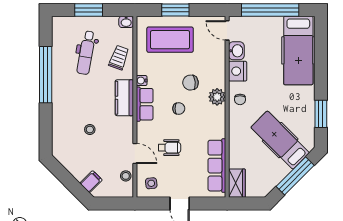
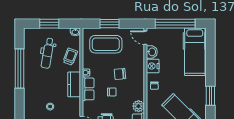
plant: (217, 97) -> (138, 106), moved

